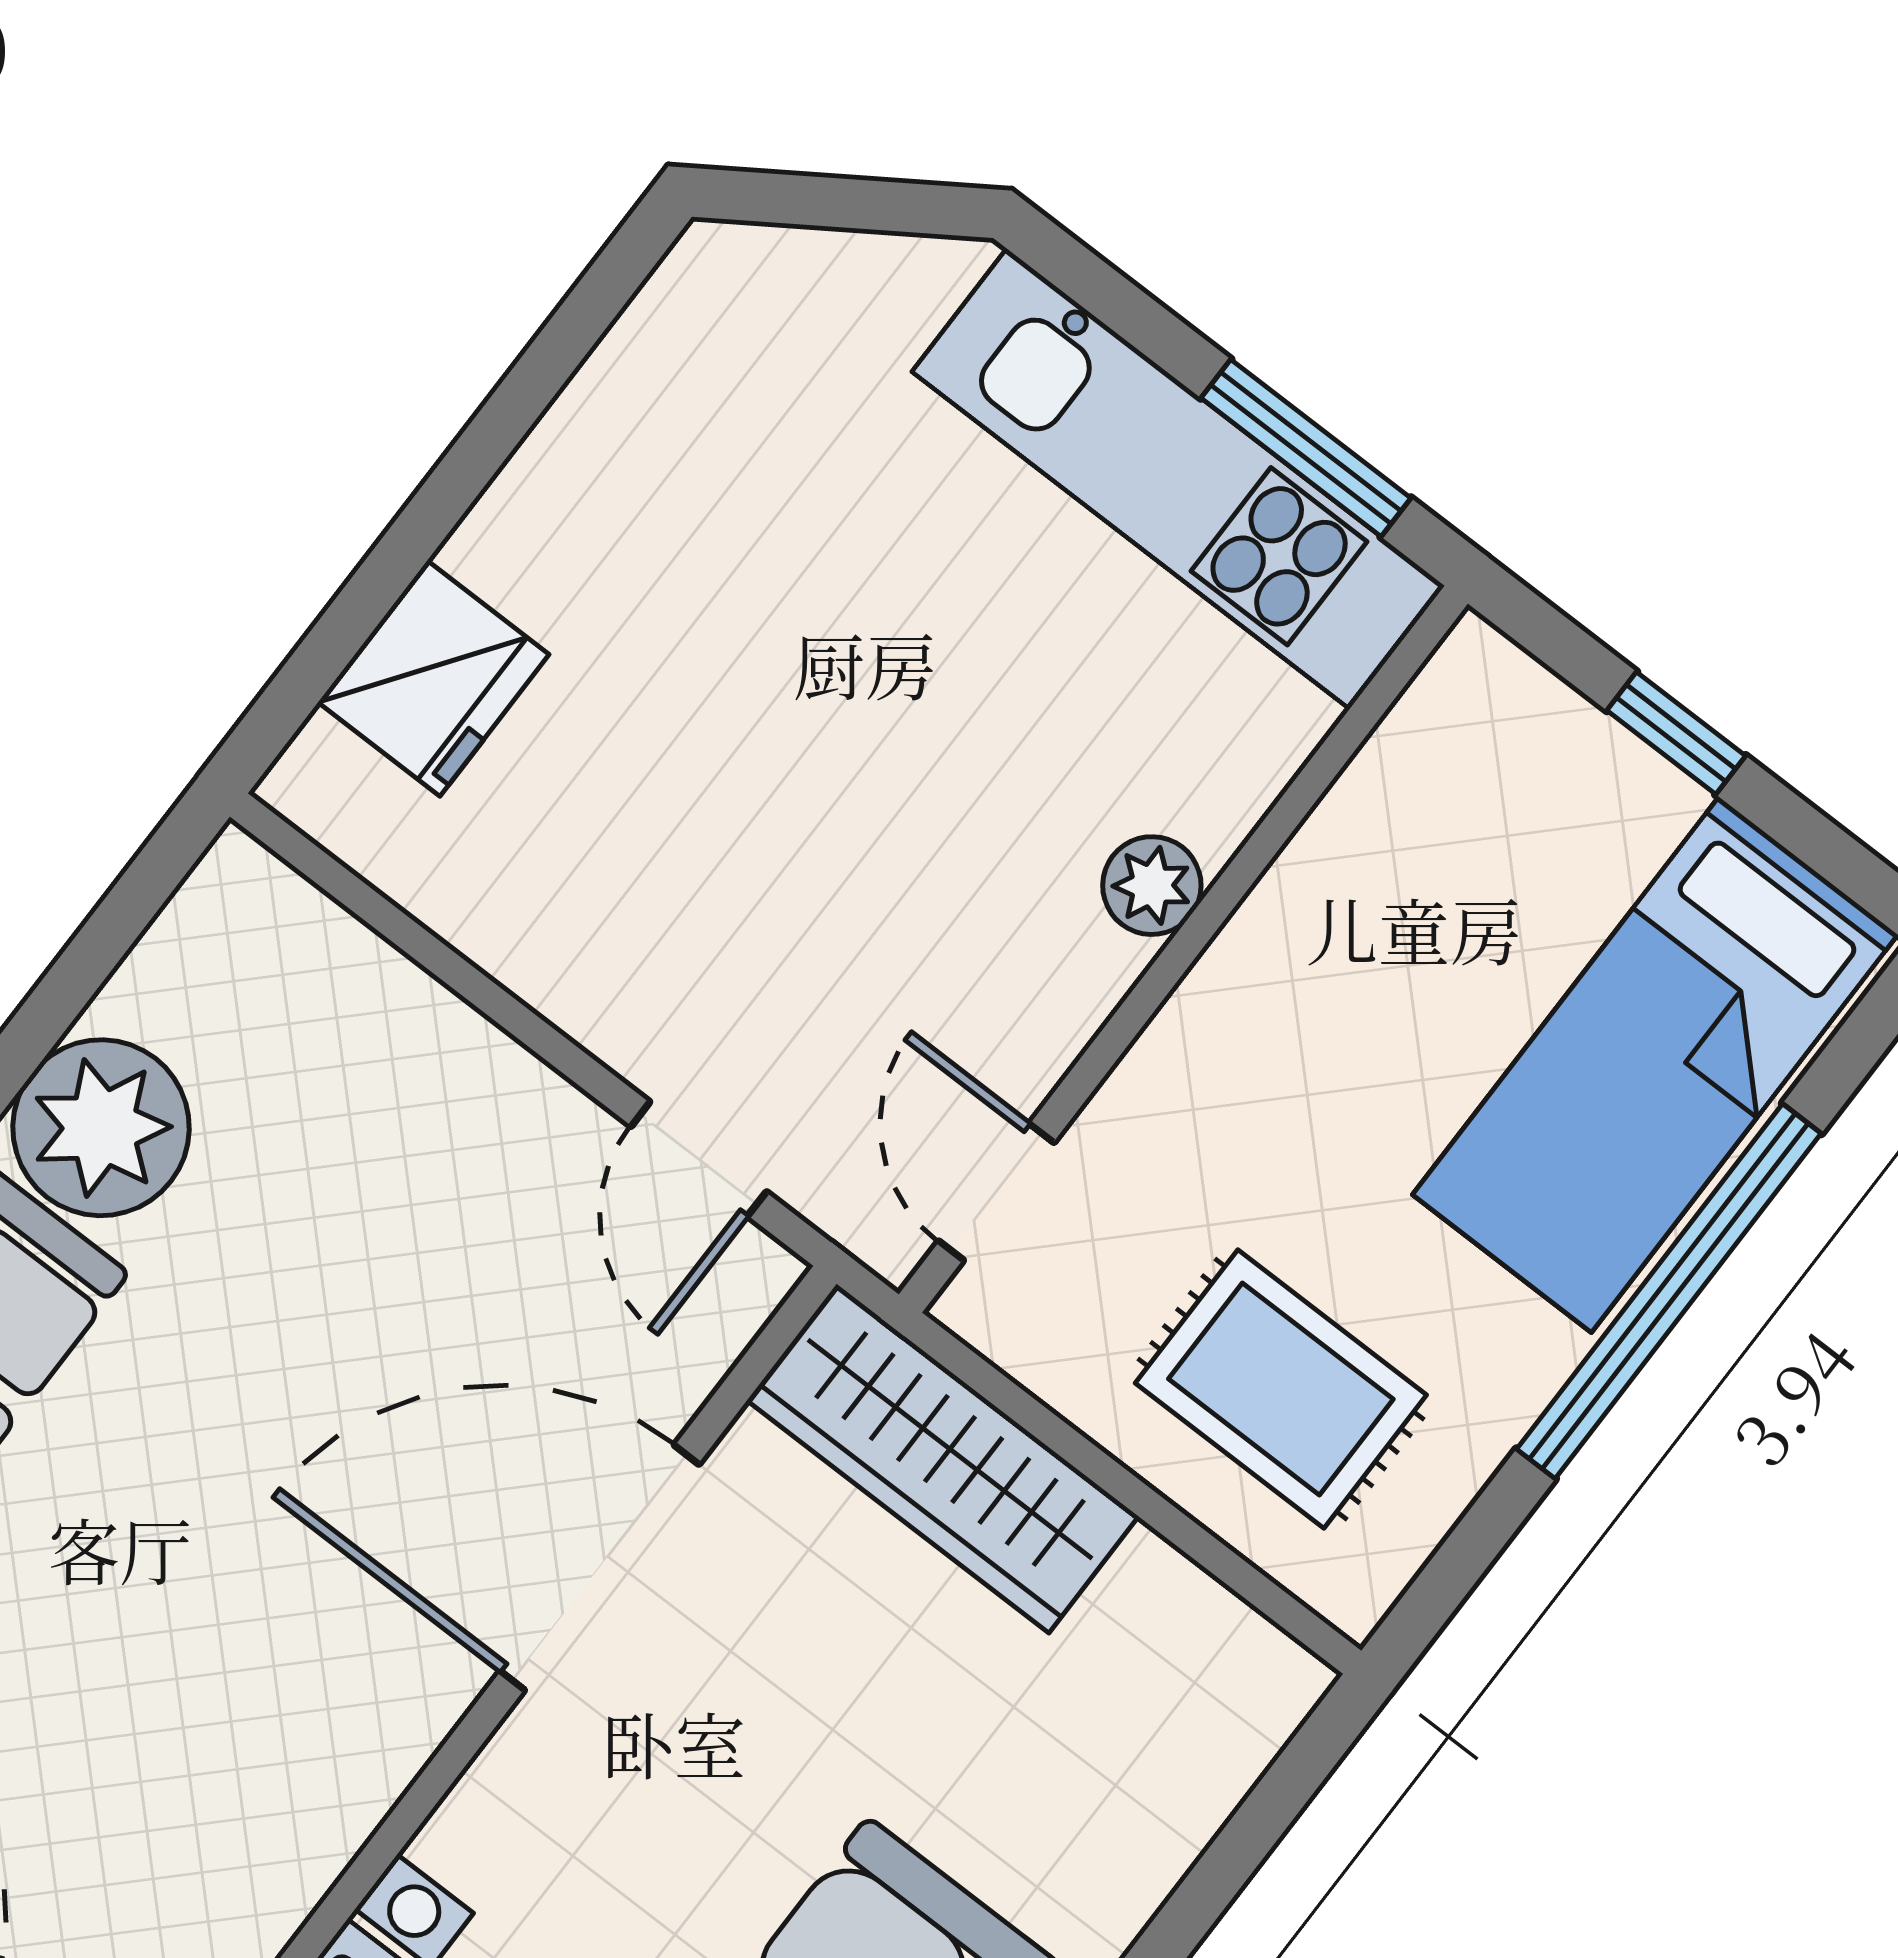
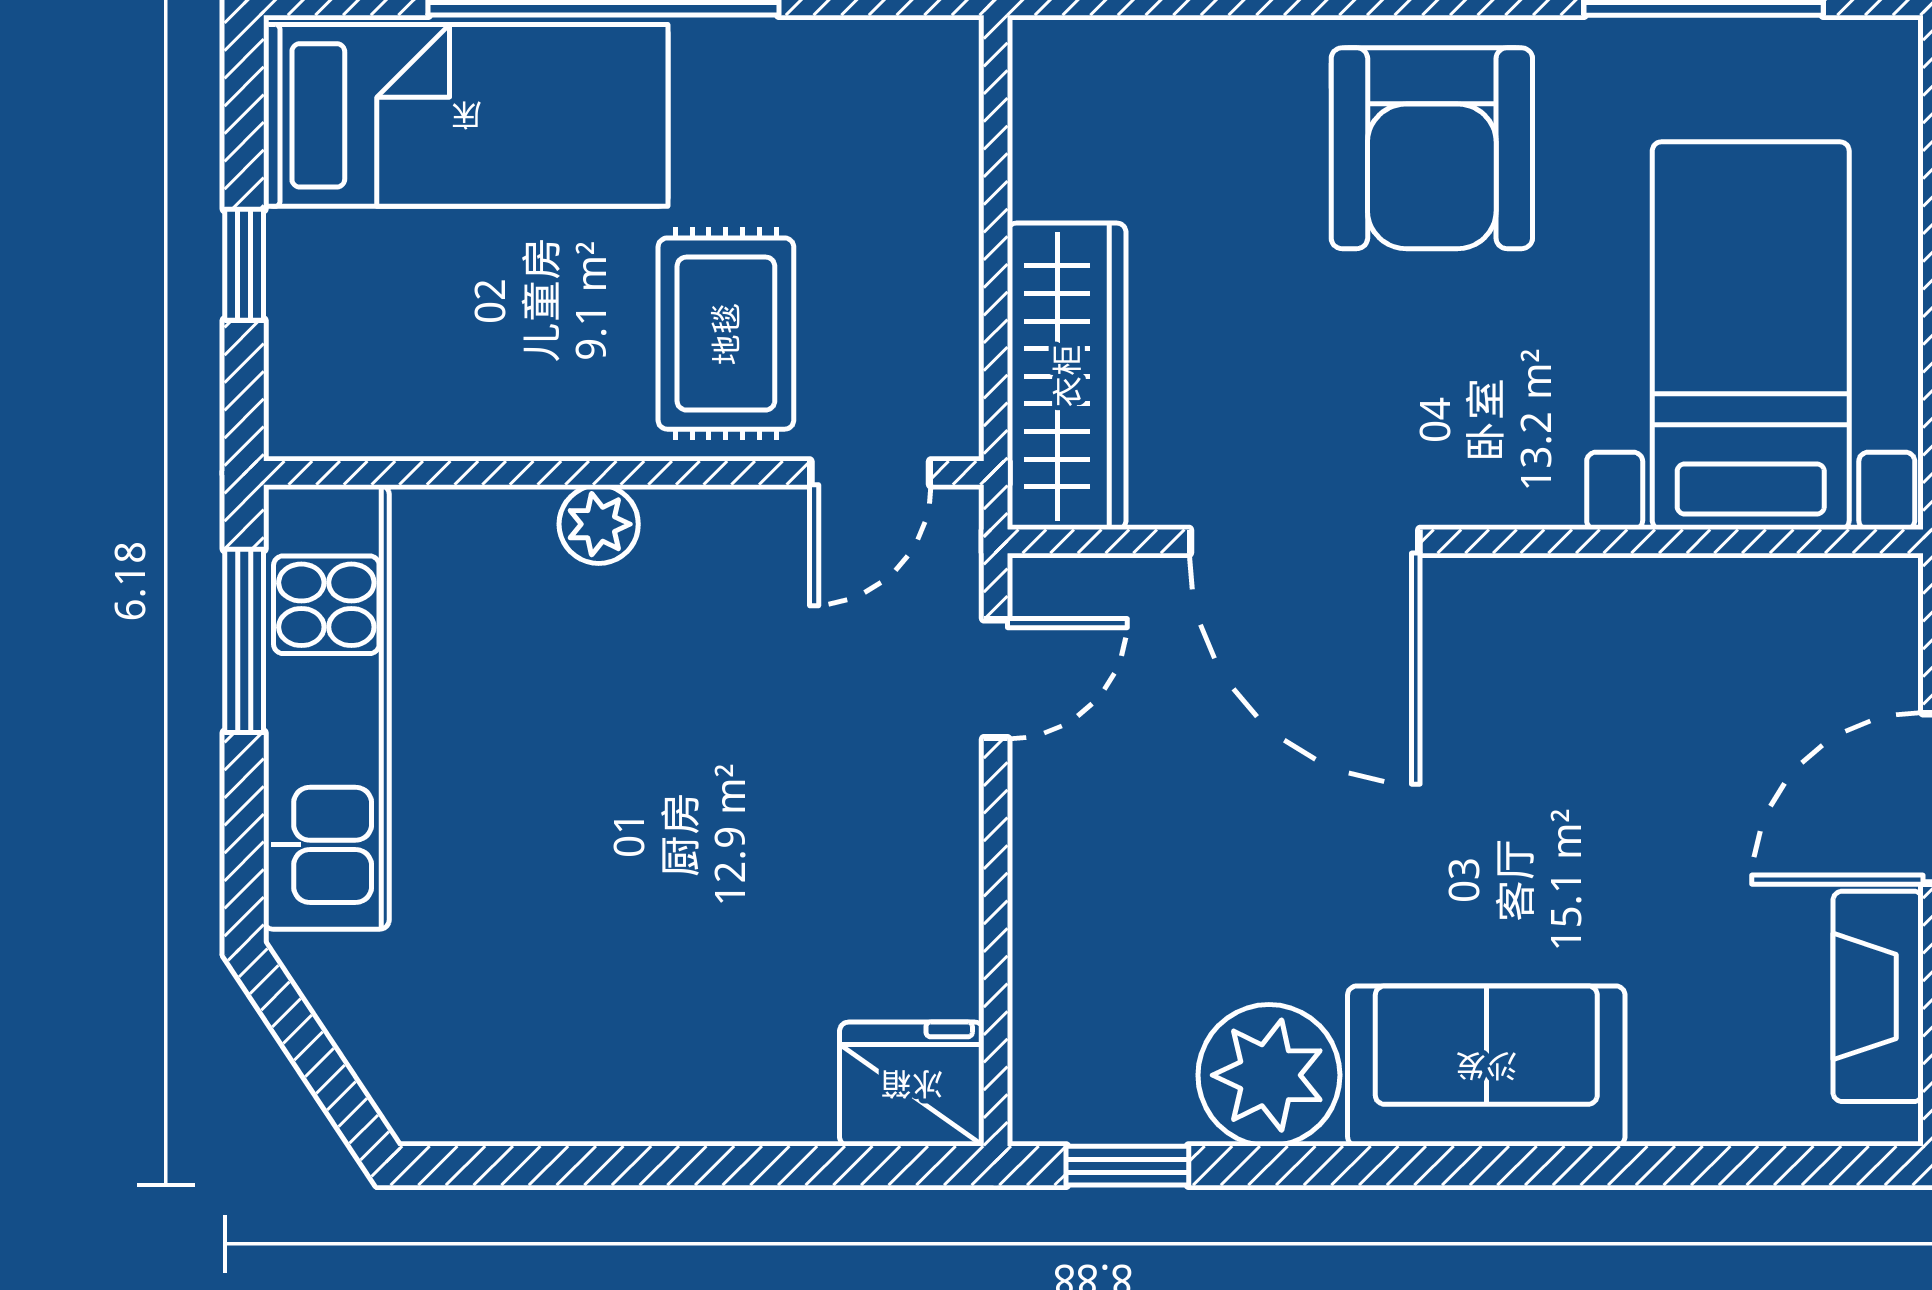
fridge: (433, 678) -> (912, 1084), moved
window: (119, 920) -> (1127, 1166), added
rug: (1281, 1389) -> (726, 334), moved

